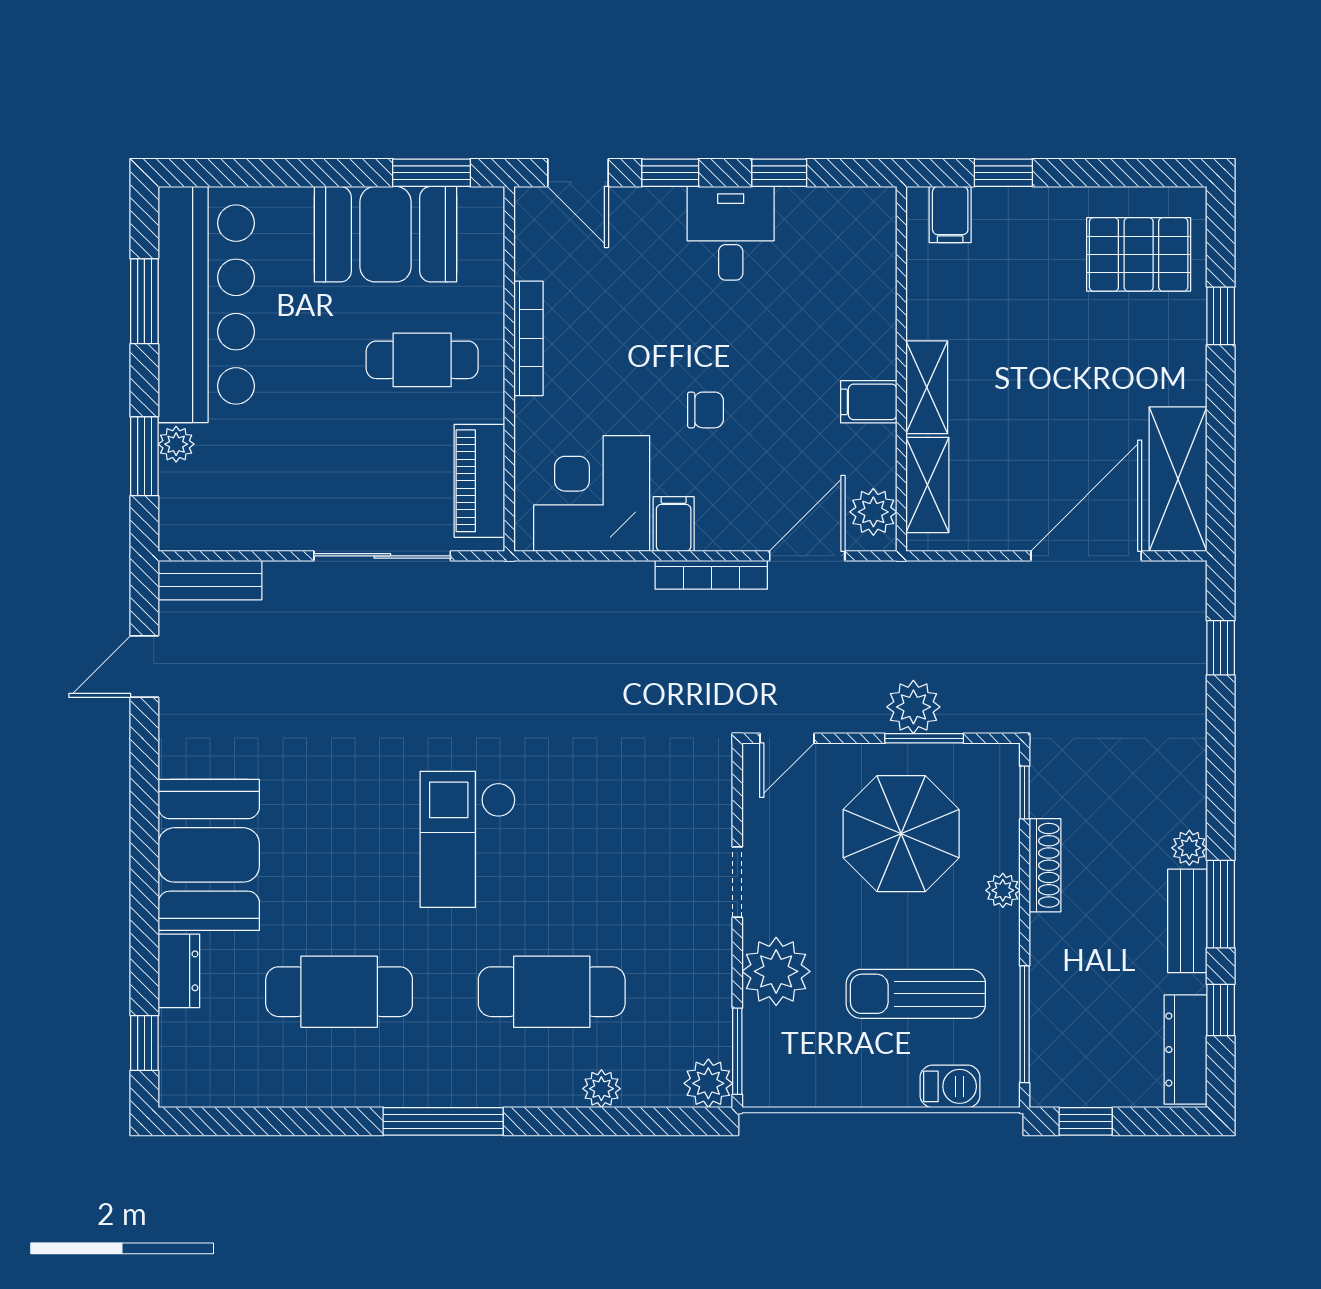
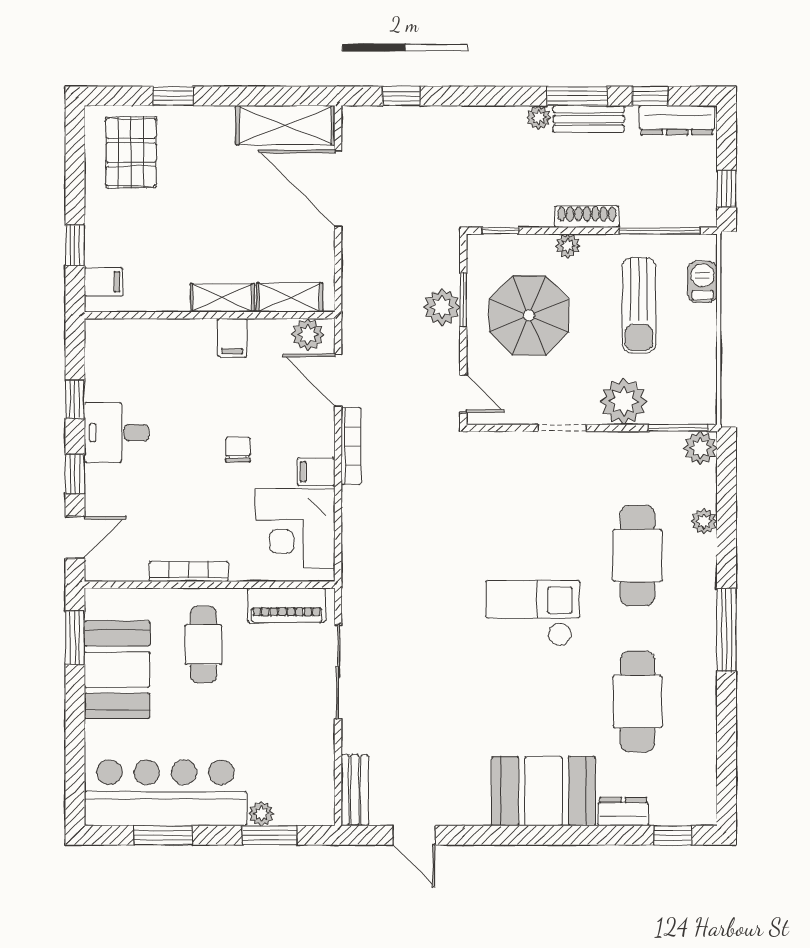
checkout: (468, 839) -> (533, 613), turned 180
shoe rack: (1045, 865) -> (587, 217), moved

